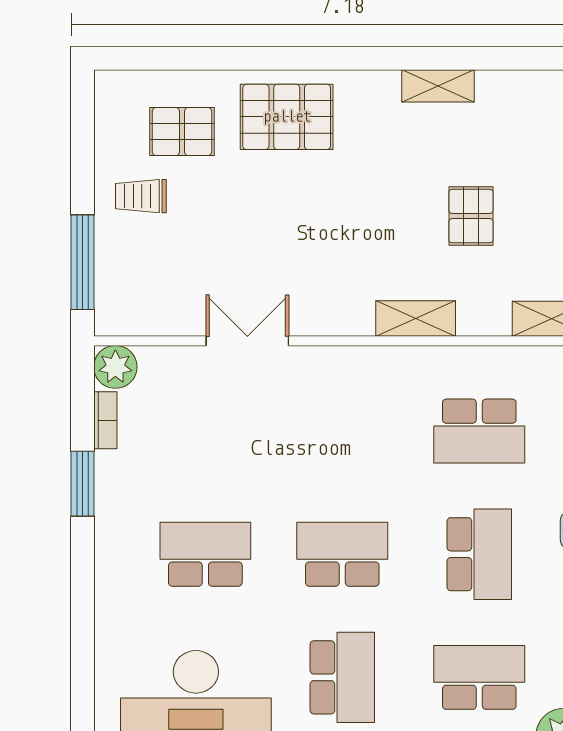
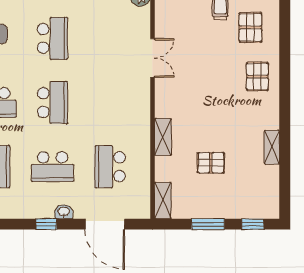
pallet: (287, 117) -> (257, 76), width x0.67, depth x0.71

